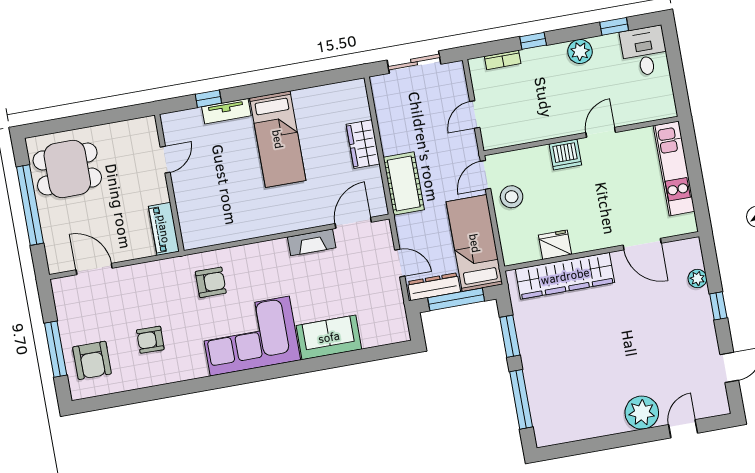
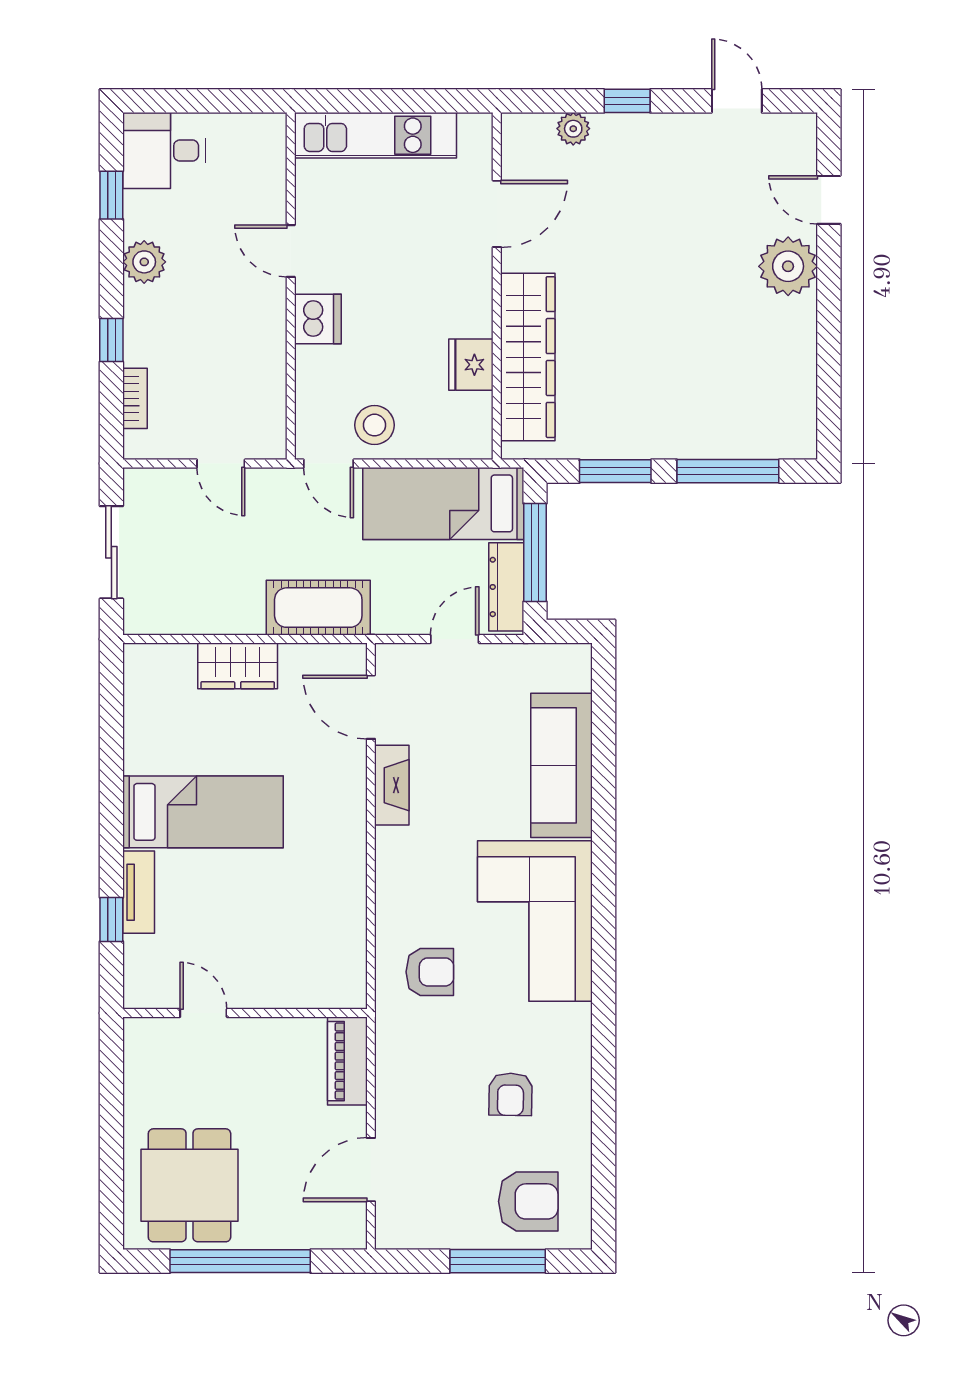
piano: (164, 229) -> (347, 1061), moved, turned 90
armchair: (211, 282) -> (430, 972), turned 90
sofa: (329, 337) -> (562, 765), width x1.36

